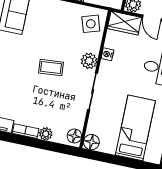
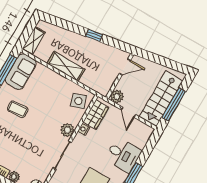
wardrobe: (125, 23) -> (96, 115), moved, turned -90
coffee table: (51, 68) -> (18, 109), moved

